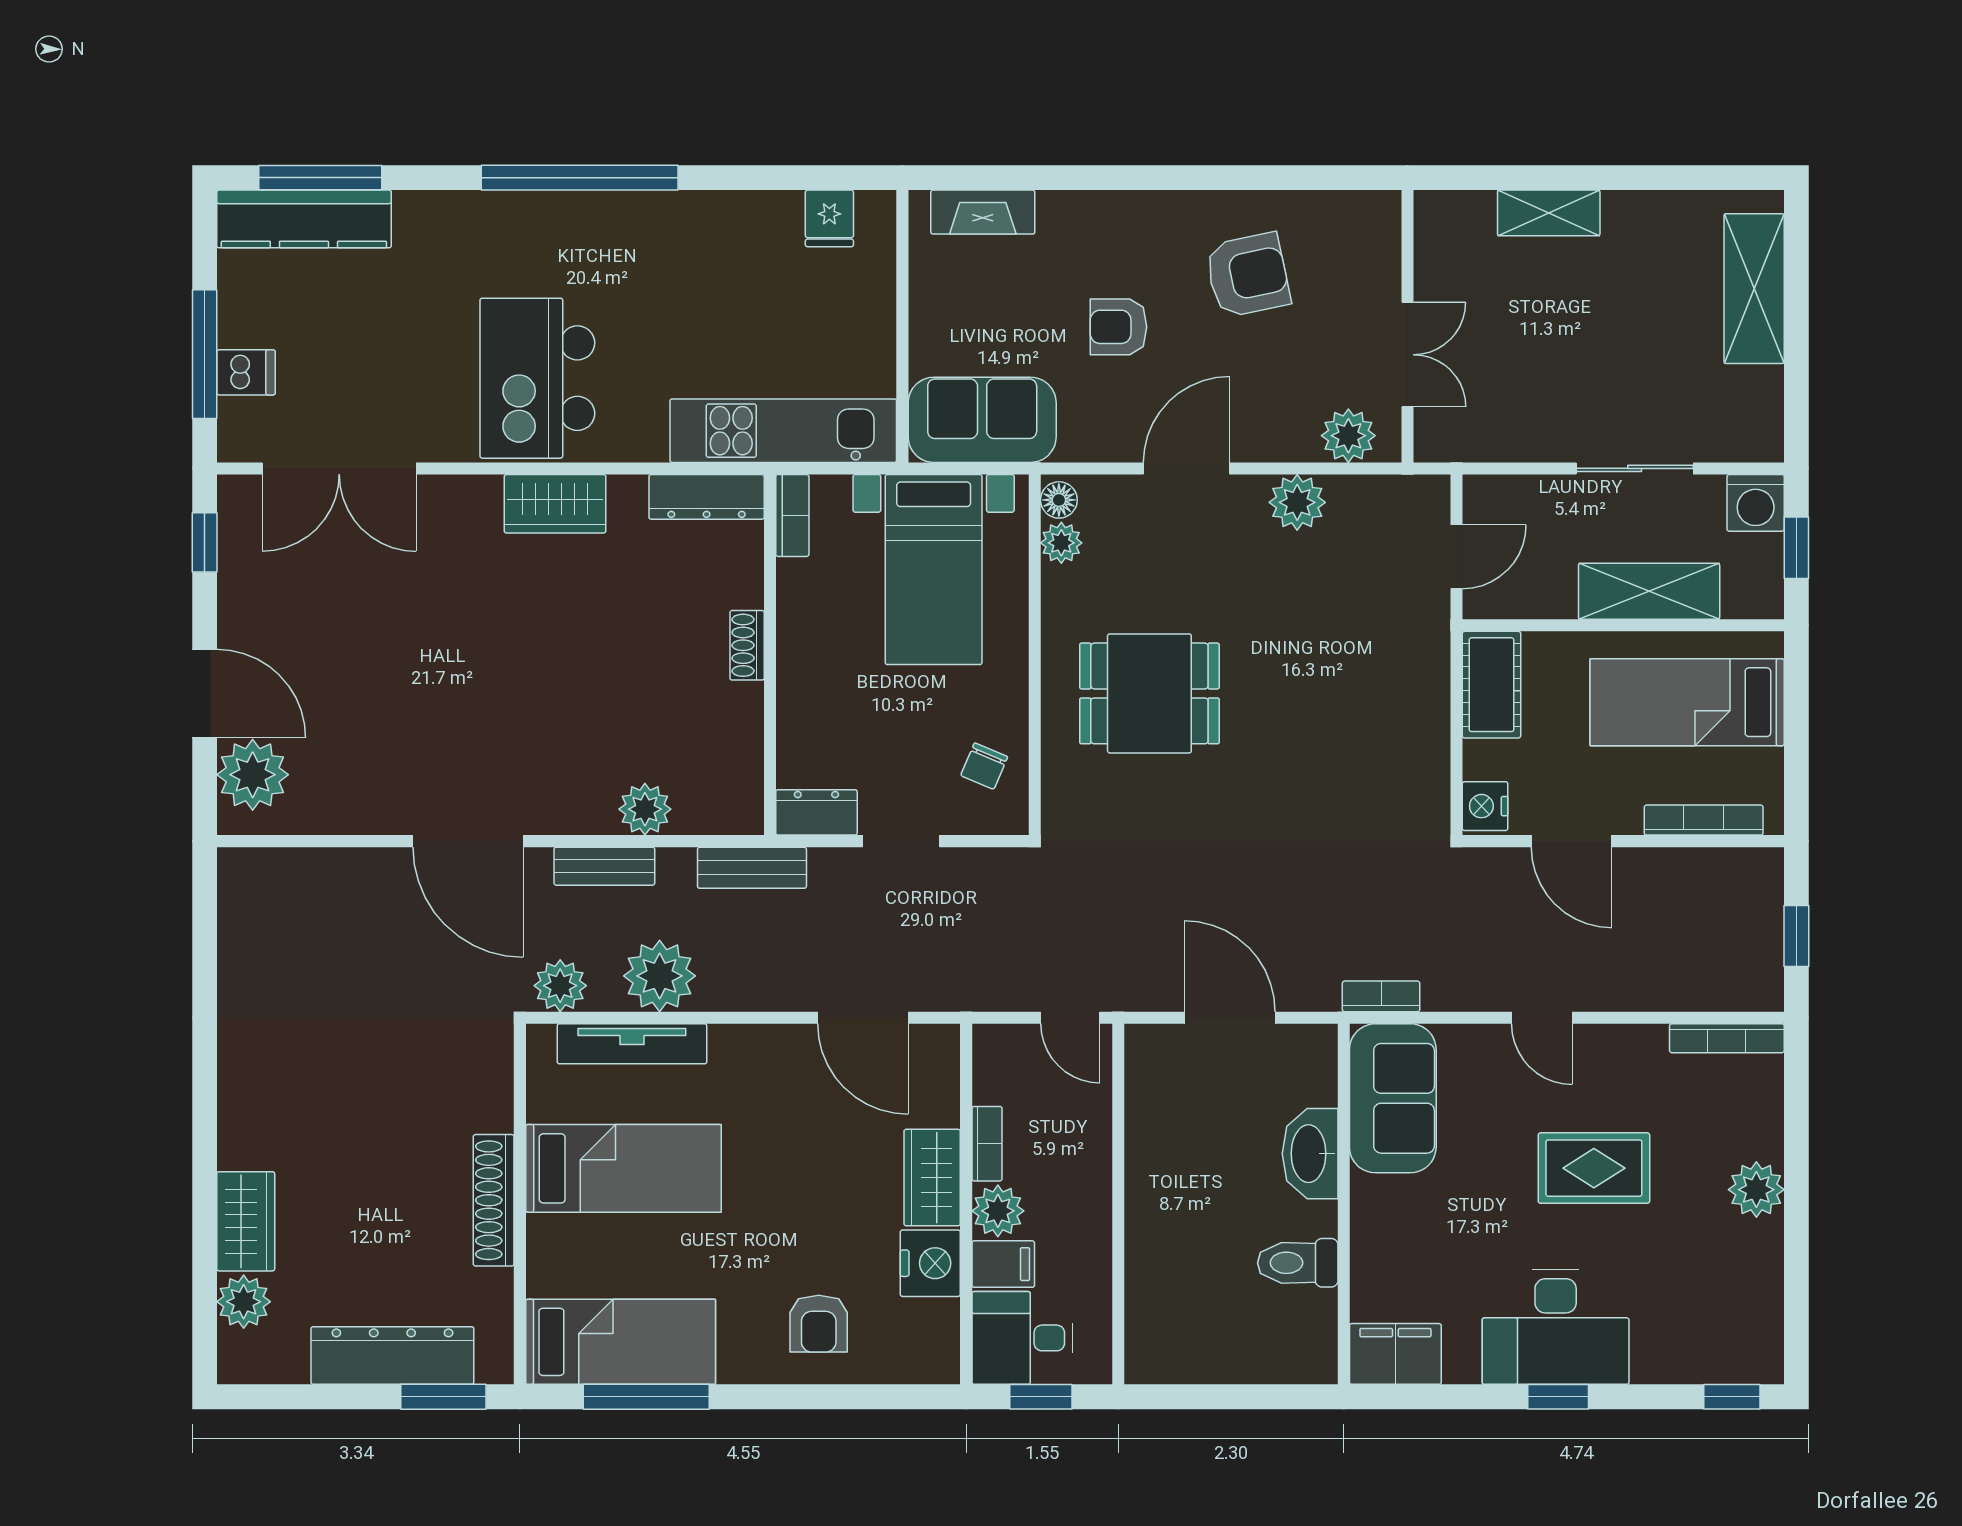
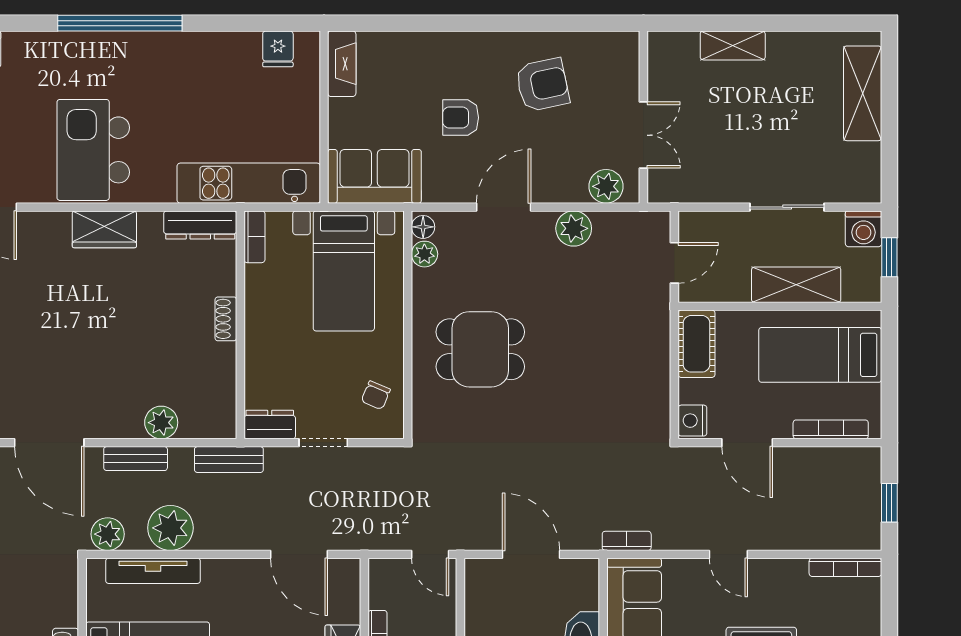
fireplace: (983, 212) -> (342, 64), moved, turned -90

